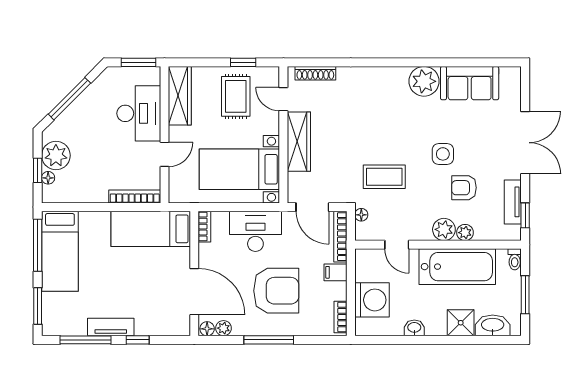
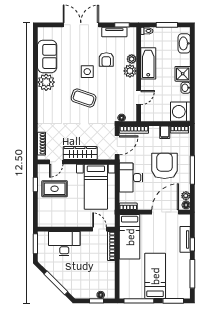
wardrobe: (180, 96) -> (54, 220), removed
door: (165, 154) -> (100, 229), moved
plant: (56, 155) -> (88, 290), removed
coffee table: (384, 177) -> (84, 98), moved, turned -71
bed: (60, 251) -> (155, 276), moved, turned -90
bathtub: (457, 267) -> (148, 63), width x0.73, depth x0.73
filing cabinet: (336, 272) -> (165, 132), moved
washing machine: (372, 300) -> (180, 112), moved, turned -90
shower: (461, 323) -> (183, 74), moved
tv unit: (111, 327) -> (185, 239), moved

